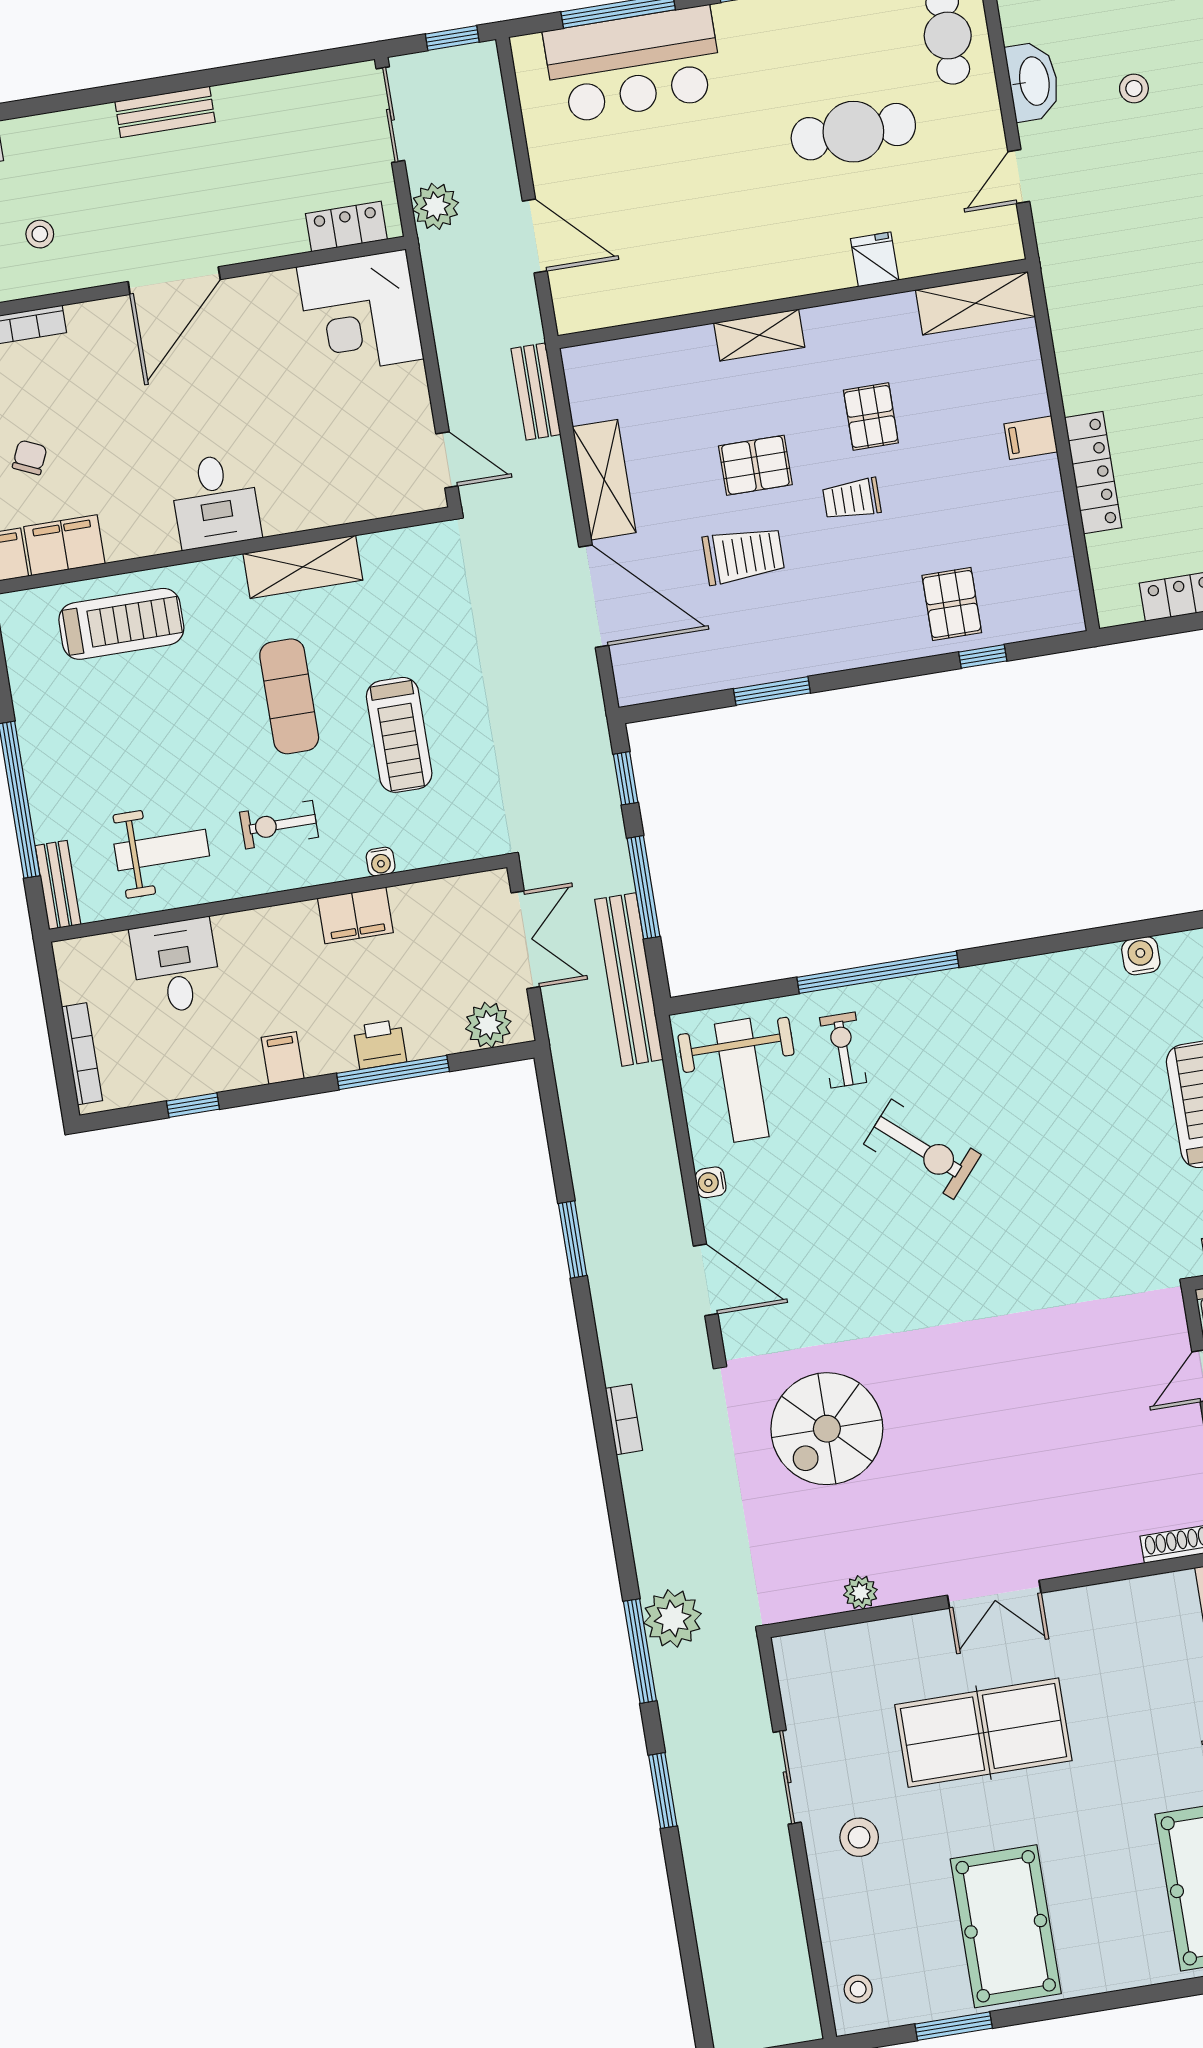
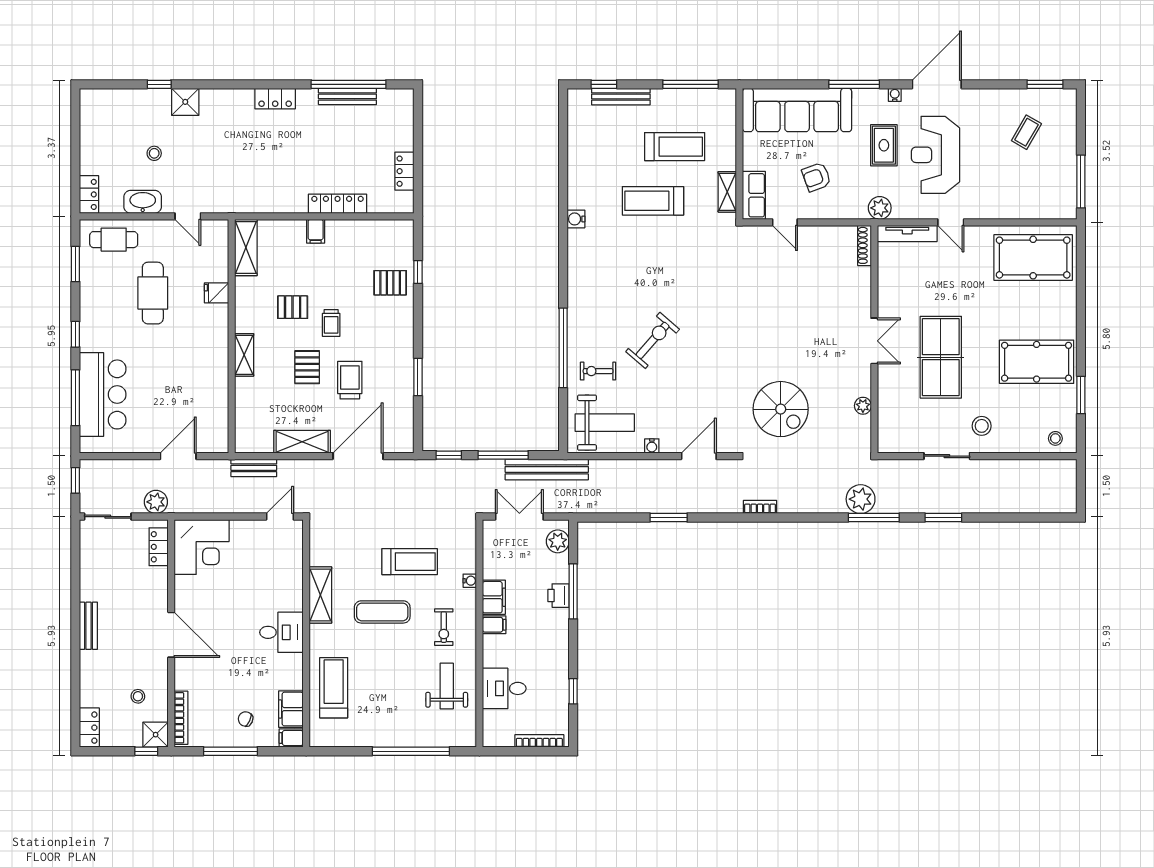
bench: (58, 885) -> (455, 739), removed
filing cabinet: (283, 1058) -> (494, 625), moved, turned 180

